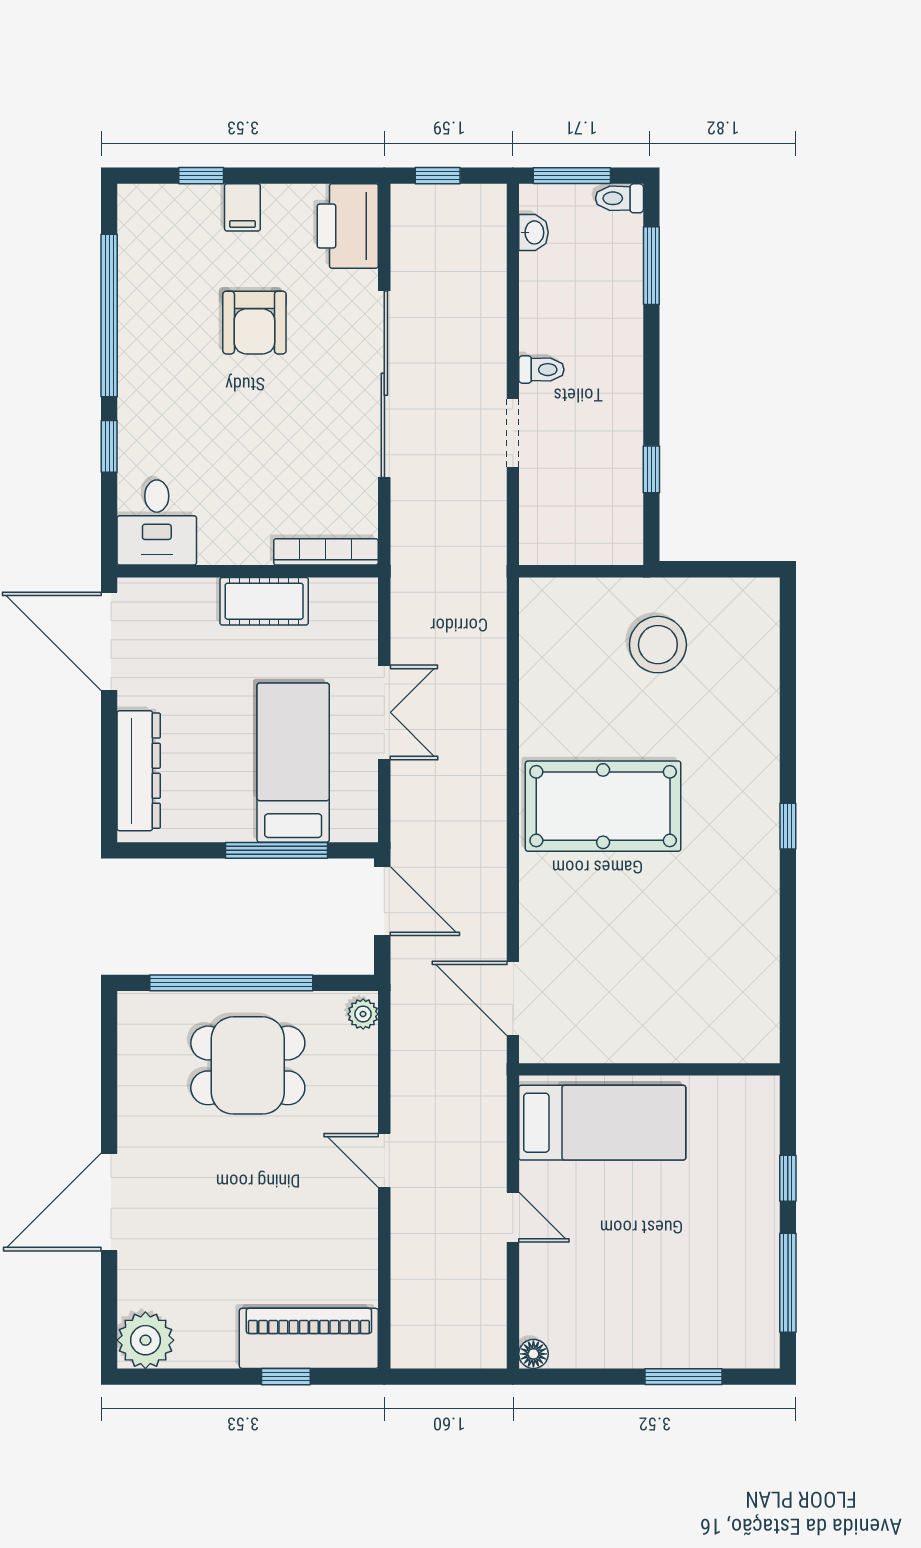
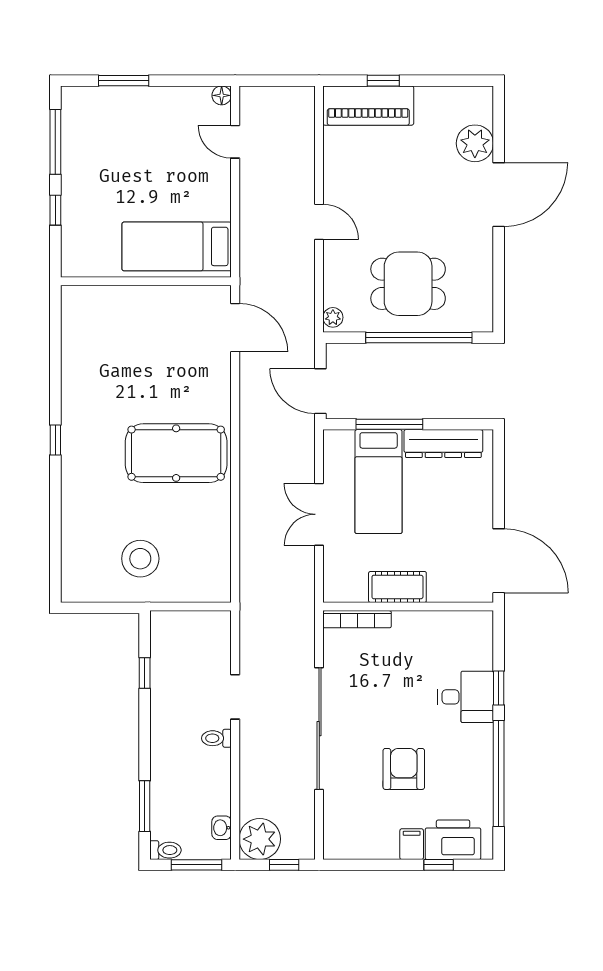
plant: (475, 215) -> (260, 839), added
printer: (348, 226) -> (453, 840), moved, turned -90
desk: (157, 523) -> (466, 697), moved, turned 90
dresser: (139, 771) -> (443, 444), moved, turned -90
door: (513, 1217) -> (235, 142), moved
plant: (145, 1340) -> (475, 143), moved

